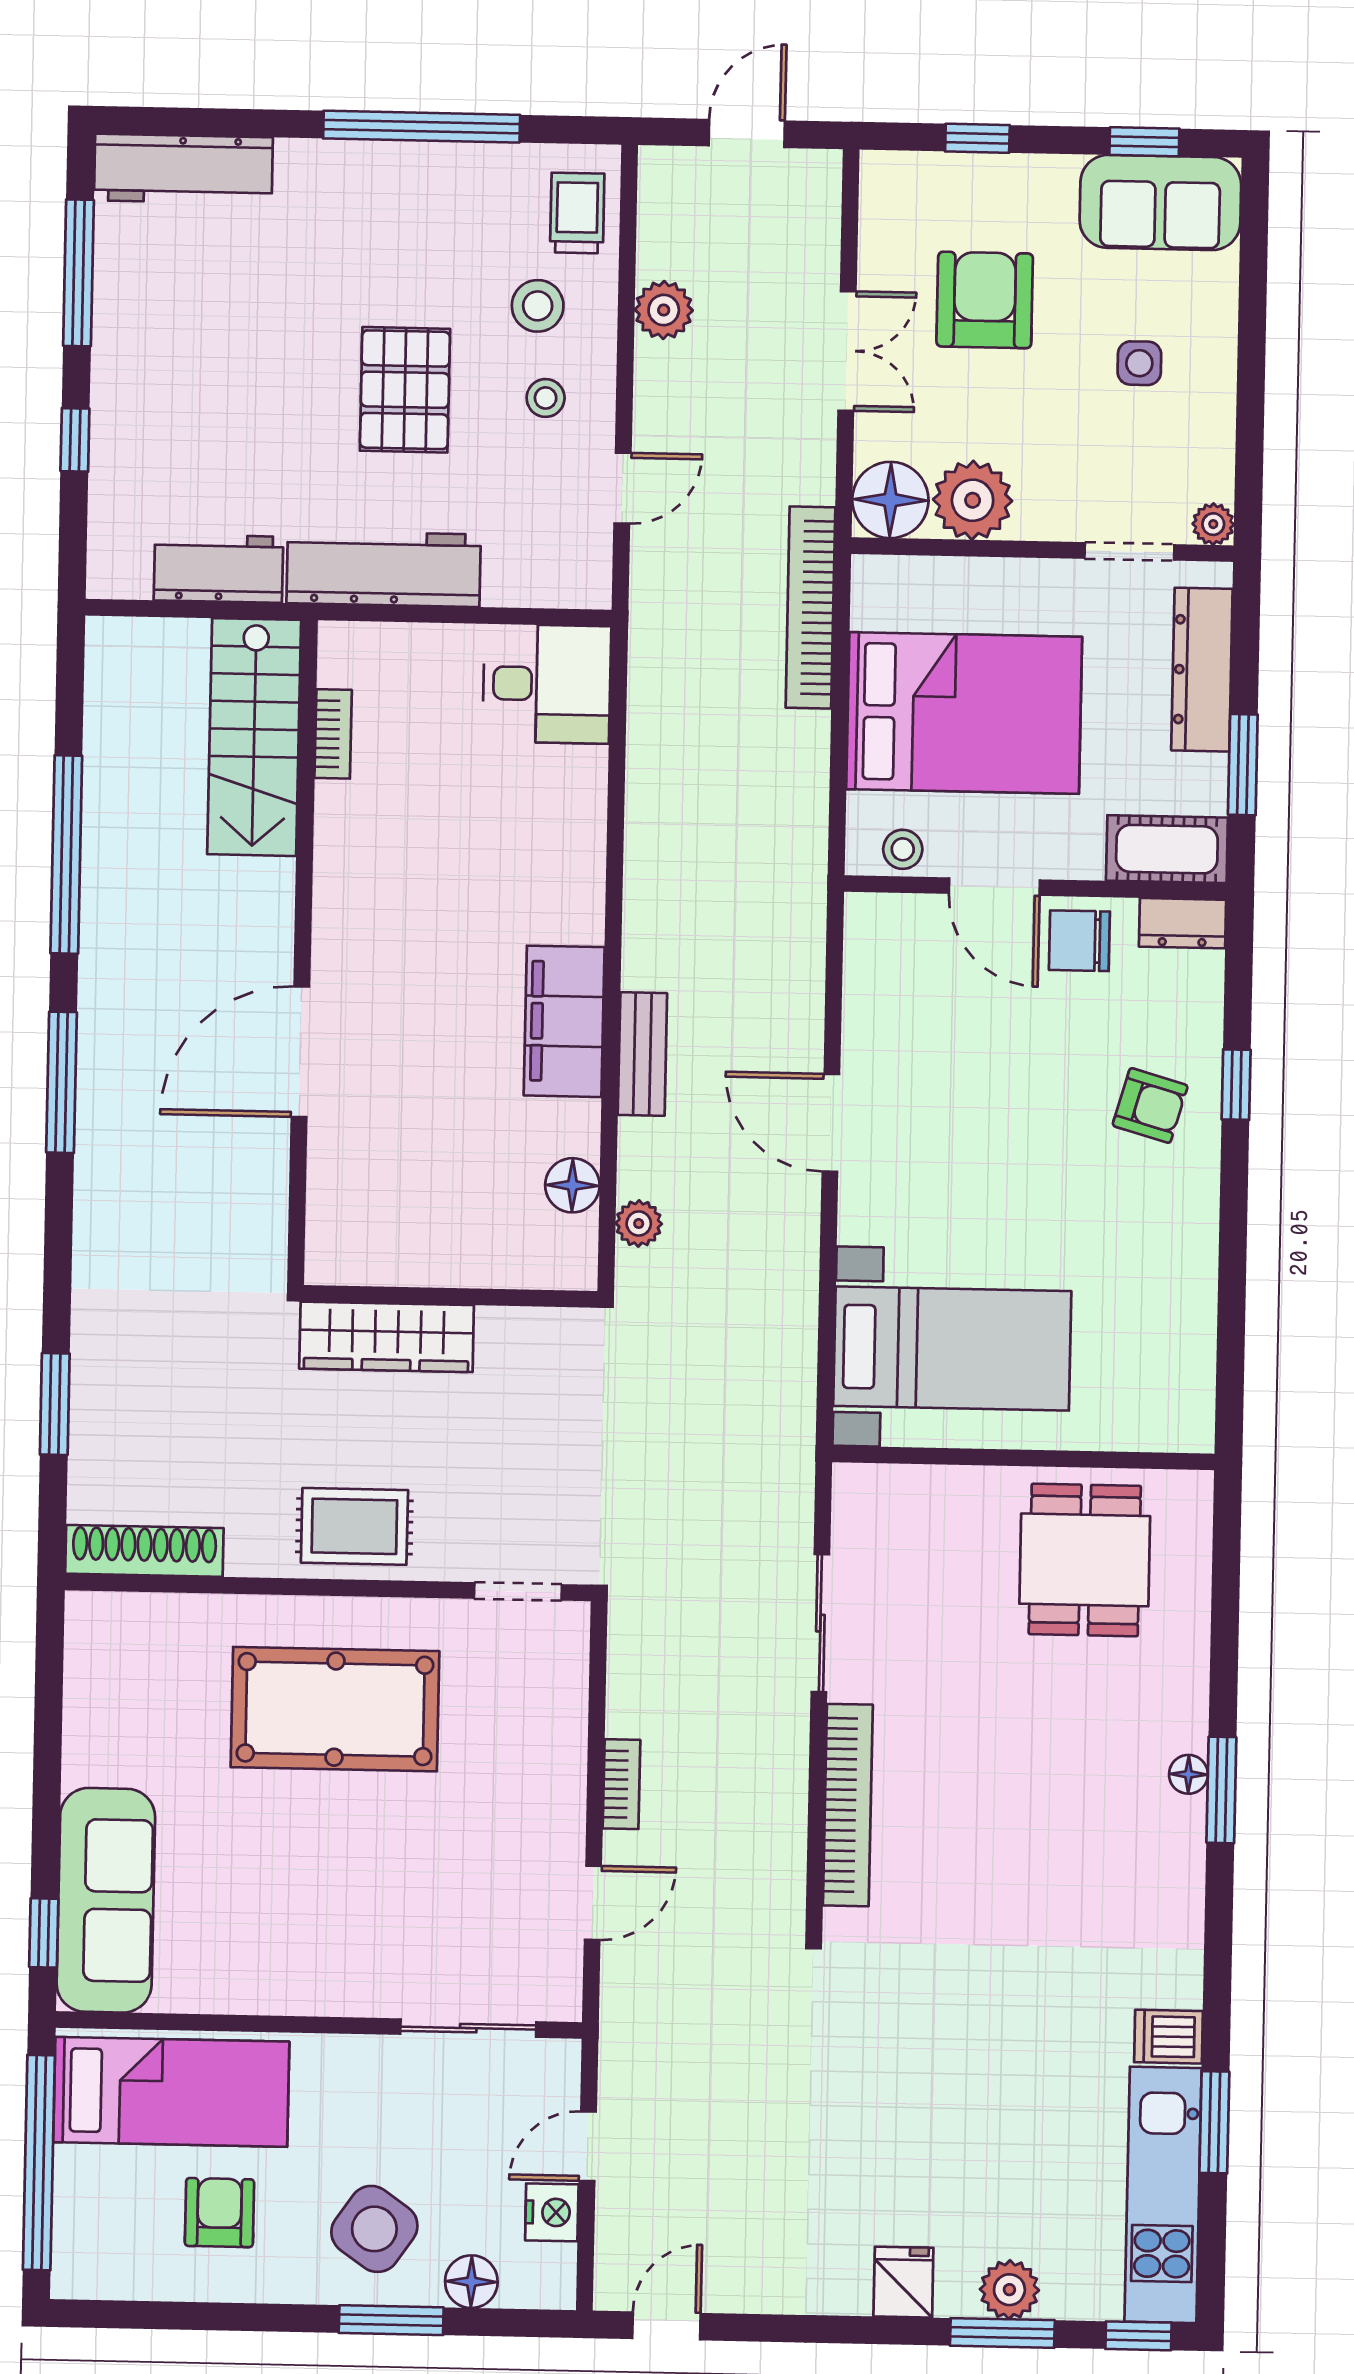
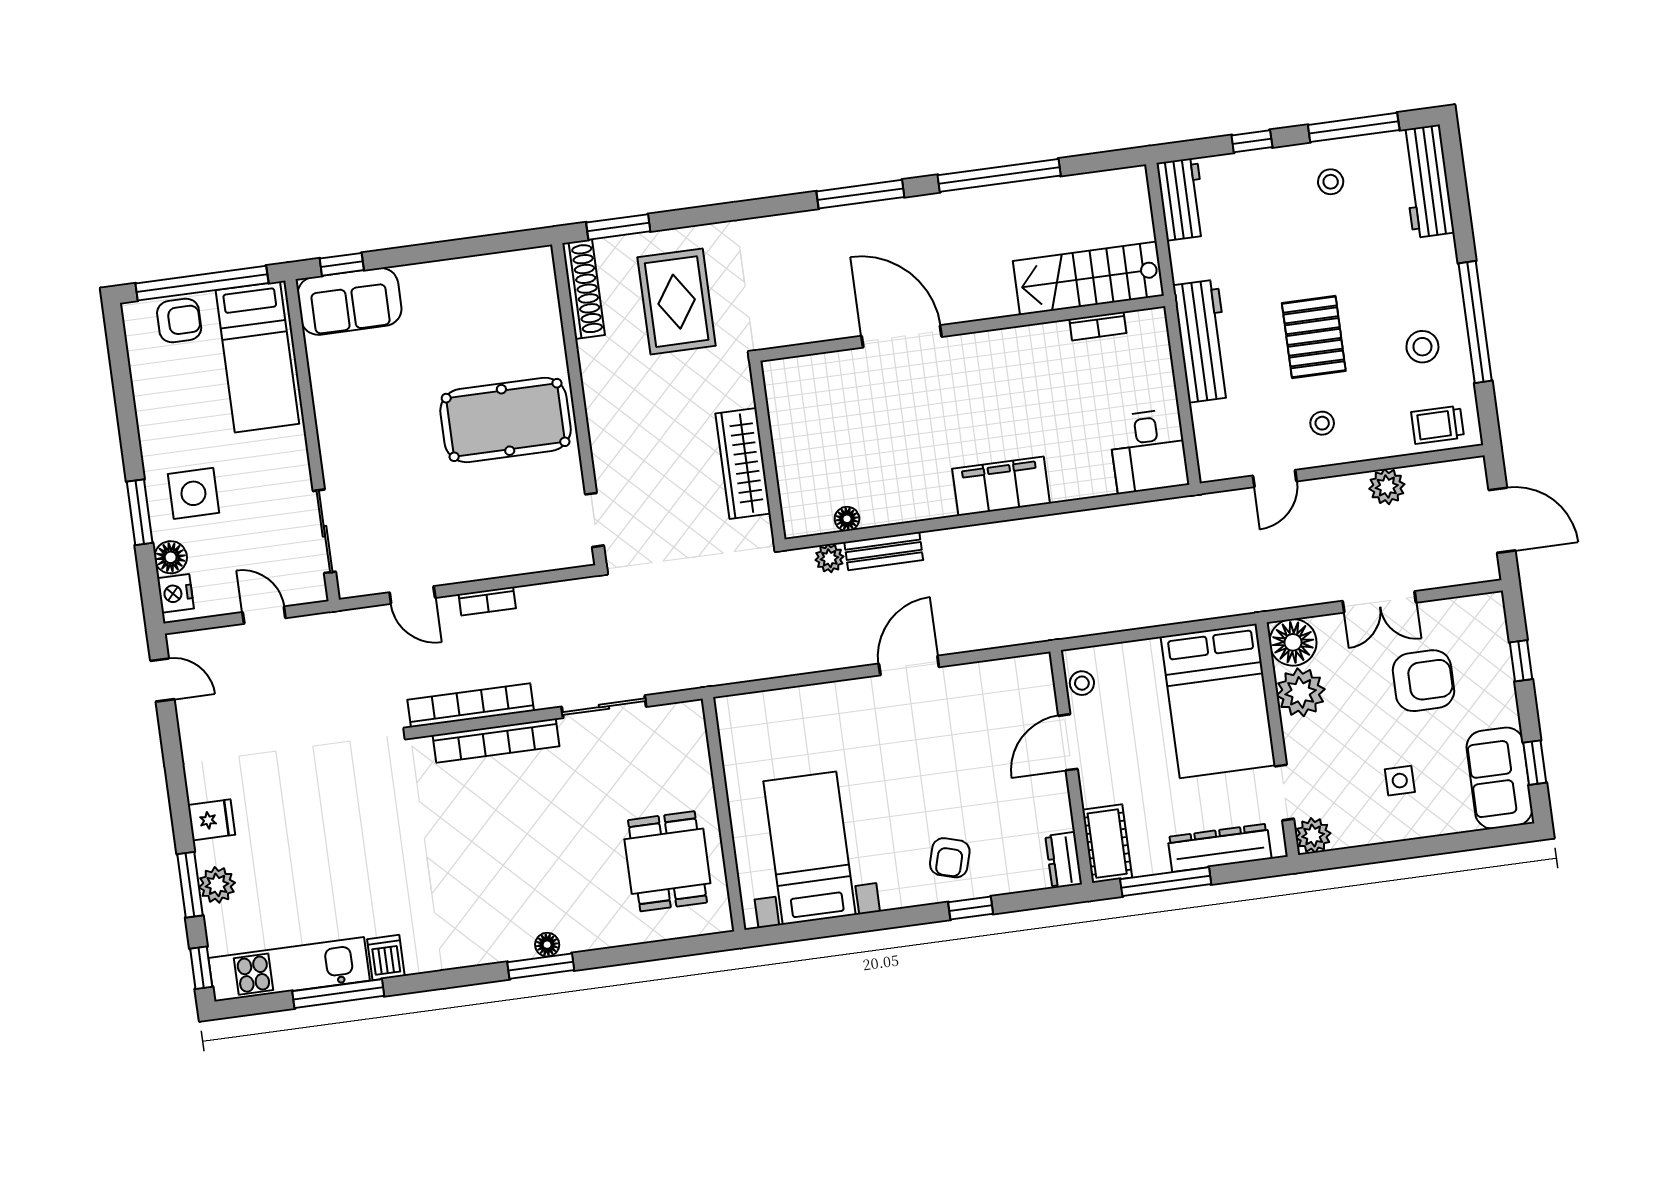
door: (747, 133) -> (1502, 520), width x1.38
trolley: (577, 213) -> (1438, 425), turned 180
stool: (538, 306) -> (1422, 347), moved
stool: (160, 324) -> (1331, 182), added
pallet: (405, 390) -> (1314, 337), turned 90
door: (623, 488) -> (1275, 478), hinge flipped
plant: (1213, 524) -> (1313, 835), width x1.38, depth x1.38
workbench: (218, 569) -> (1182, 199), moved
bookcase: (810, 607) -> (471, 705), moved
bed: (964, 713) -> (1218, 701), moved
window: (1243, 765) -> (1166, 882), width x1.44
chair: (1079, 941) -> (1043, 799), removed
filing cabinet: (564, 1021) -> (1001, 486), moved
bench: (642, 1054) -> (884, 551), moved
floor lamp: (572, 1185) -> (847, 519), width x0.73, depth x0.73
wardrobe: (387, 1337) -> (743, 463), moved
bed with nightstands: (952, 1349) -> (810, 848), moved, turned 180
window: (55, 1404) -> (618, 227), moved
rug: (354, 1526) -> (677, 302), moved, width x1.36, depth x1.43
dining table: (1085, 1560) -> (667, 861), turned 90
pool table: (335, 1709) -> (506, 420), turned 90
sofa: (106, 1900) -> (350, 301), width x0.73
window: (1214, 2122) -> (338, 994), width x1.44
nightstand: (552, 2212) -> (175, 593), moved, turned 90
armchair: (219, 2213) -> (179, 320), moved
side table: (374, 2229) -> (193, 493), turned -35

